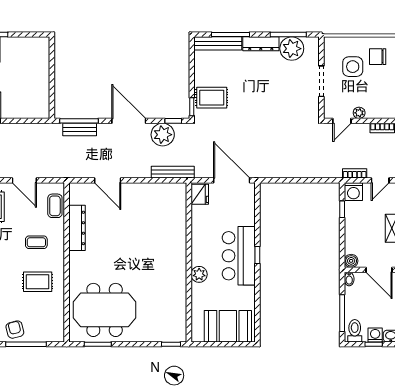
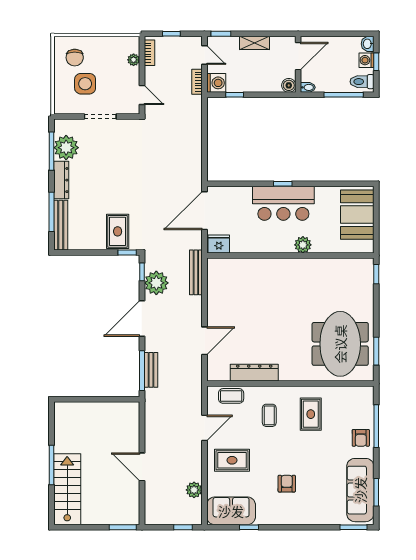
plant: (359, 113) -> (134, 60), moved
armchair: (15, 330) -> (361, 438), turned -76

